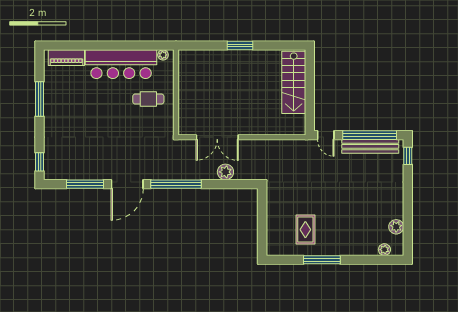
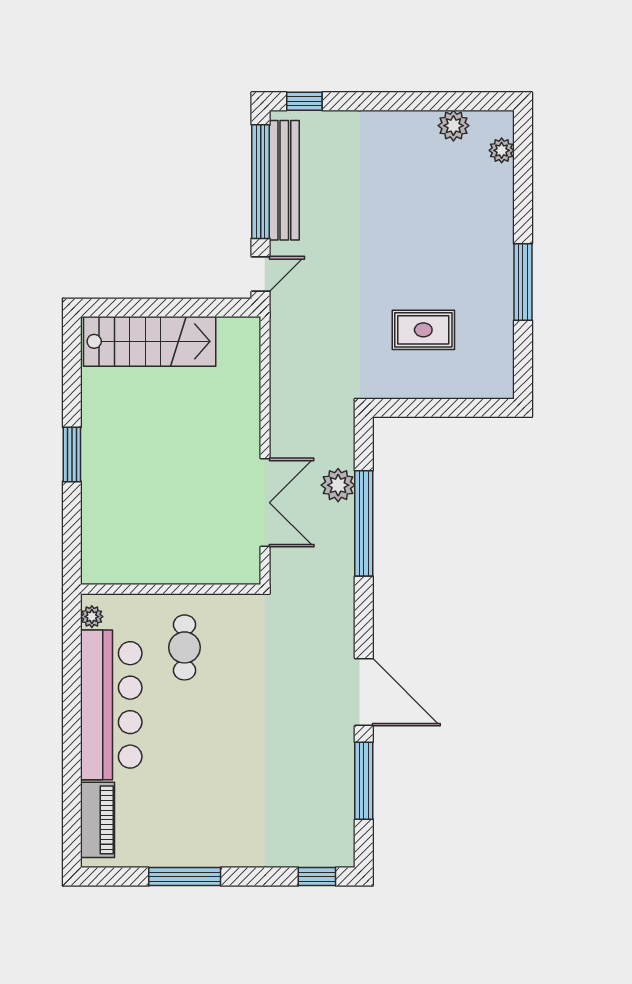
window: (176, 184) -> (364, 523), moved
rug: (305, 230) -> (423, 330), moved

